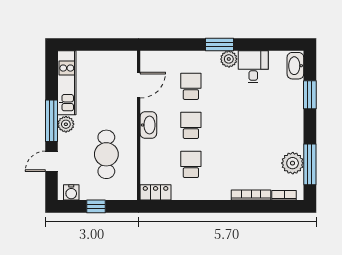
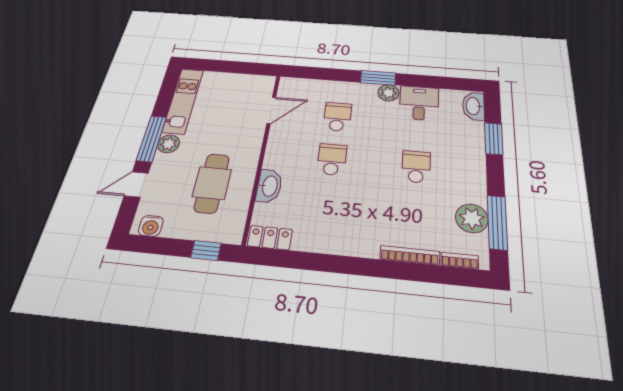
washbasin: (148, 125) -> (269, 186), moved
school desk: (191, 164) -> (416, 167), moved
window: (96, 206) -> (206, 251), moved

